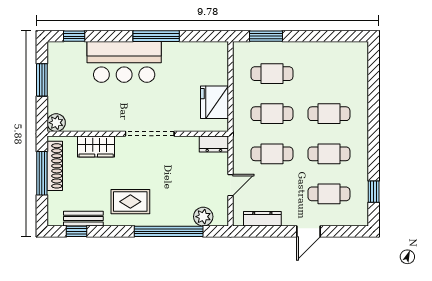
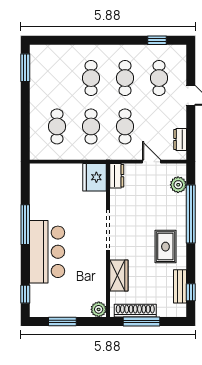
window: (266, 36) -> (25, 68), moved
fridge: (215, 102) -> (94, 177), moved, turned 90
dresser: (262, 219) -> (180, 139), width x0.70

